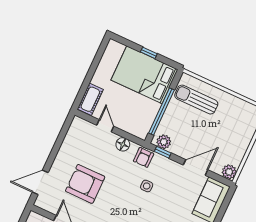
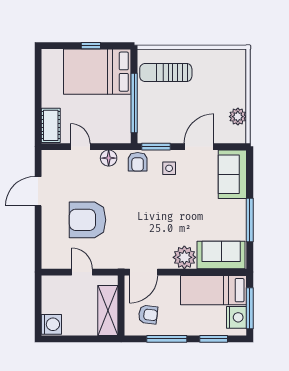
plant: (164, 142) -> (152, 135), removed
window: (163, 152) -> (156, 147), width x1.50
plant: (229, 172) -> (238, 117), moved
door: (40, 182) -> (38, 191), moved
side table: (147, 186) -> (169, 168), moved

